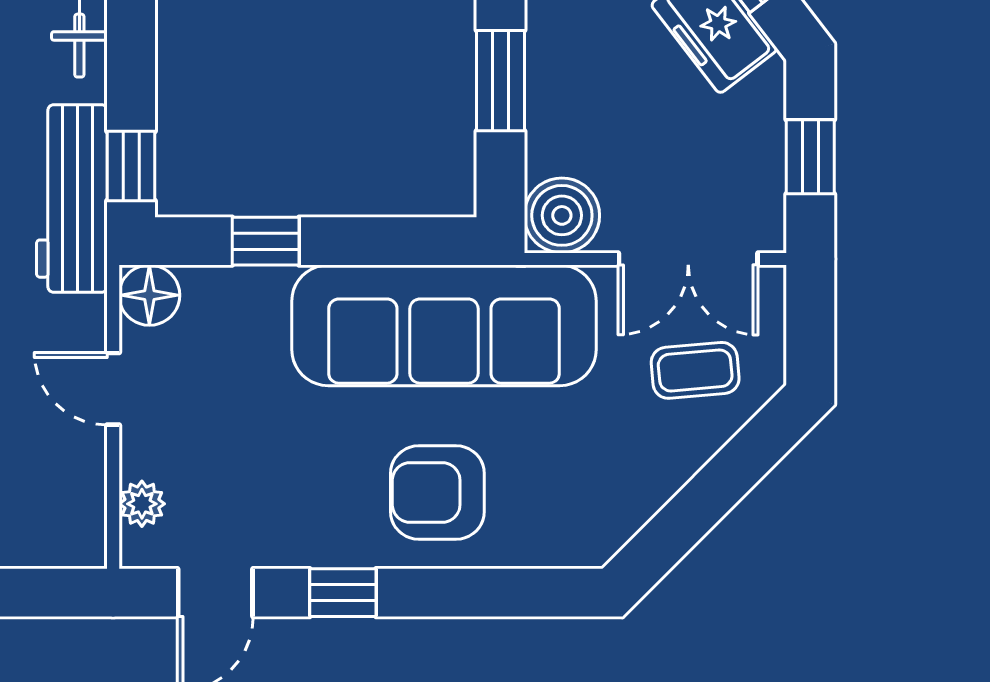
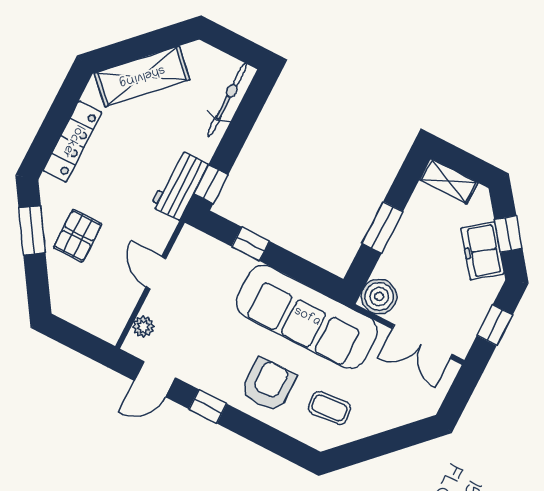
workbench: (72, 199) -> (179, 185), width x0.73
floor lamp: (149, 295) -> (191, 242), removed
coffee table: (695, 370) -> (329, 408), moved
armchair: (437, 493) -> (268, 385), turned 90

